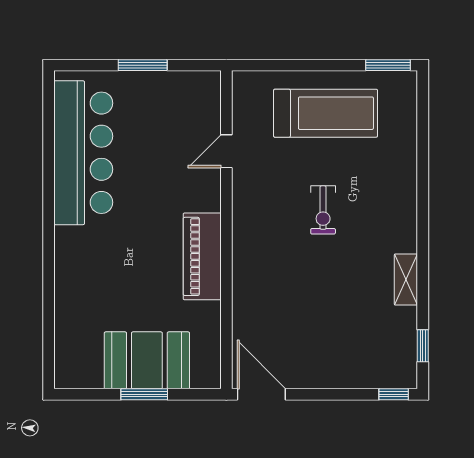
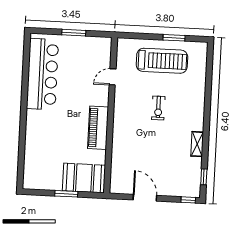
window: (388, 65) -> (174, 38), moved
booth: (147, 360) -> (84, 178), moved
door: (261, 394) -> (145, 198), moved

